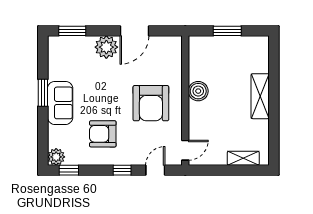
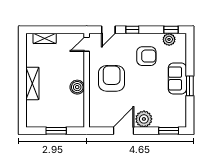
plant: (56, 157) -> (169, 39), moved

